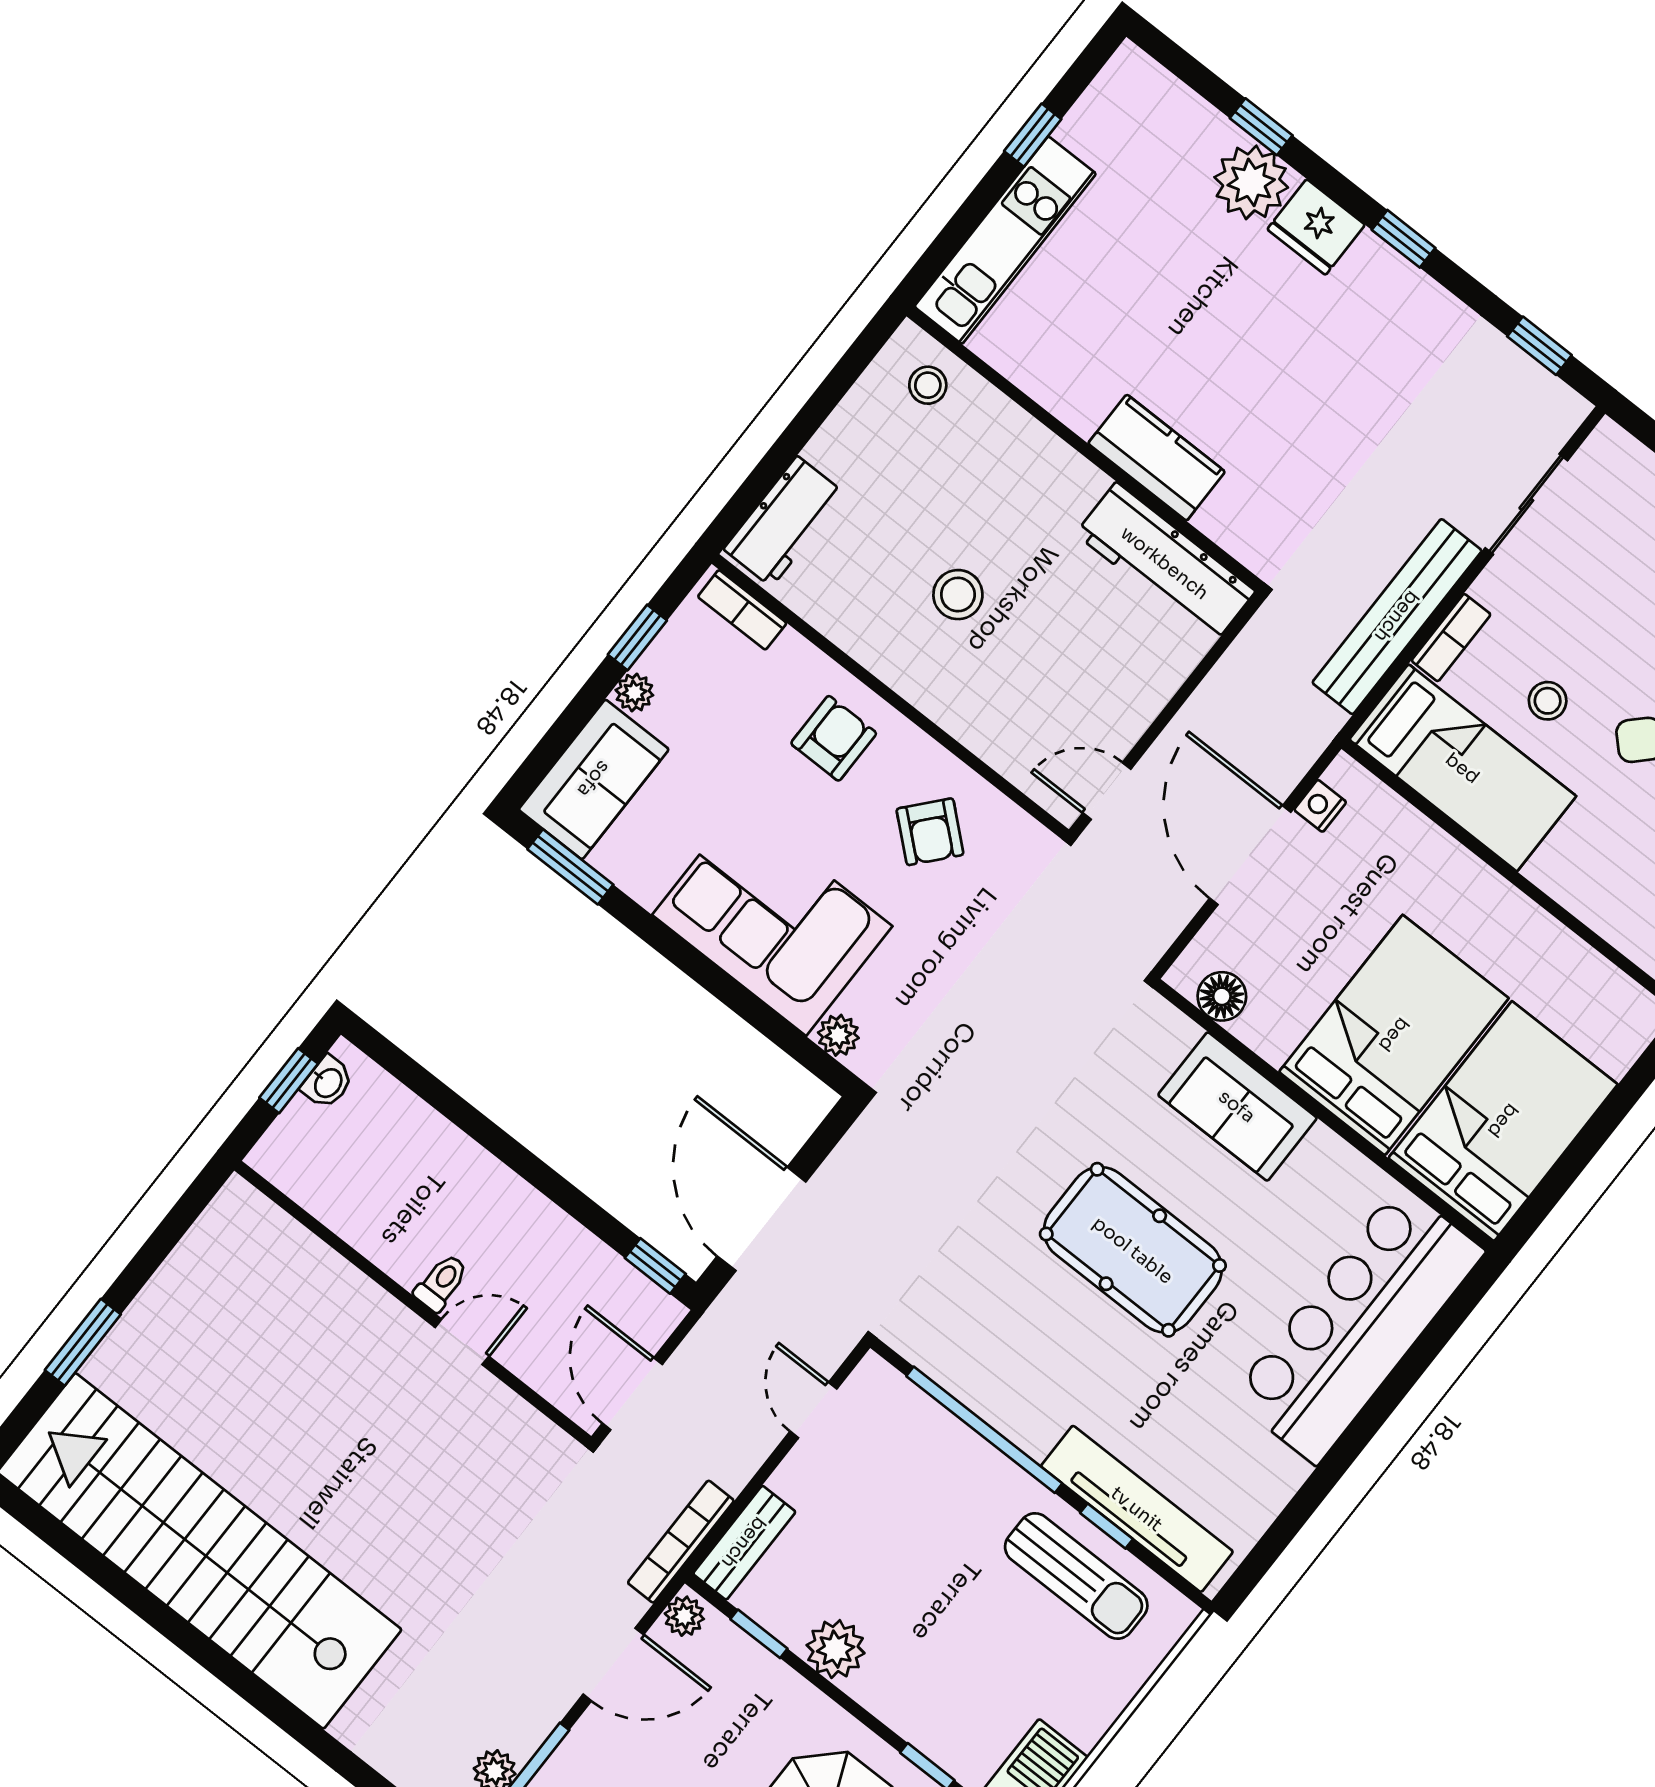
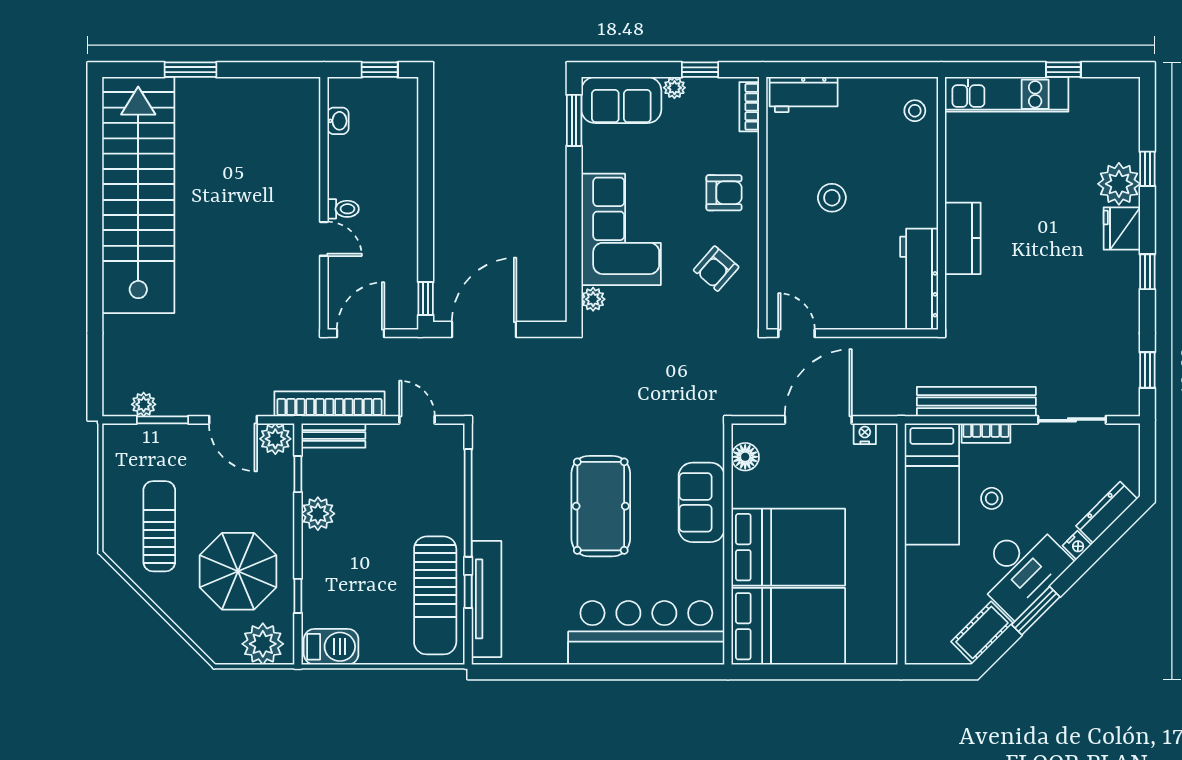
washbasin: (327, 1082) -> (338, 121), moved, turned -90
door: (814, 1410) -> (417, 420), hinge flipped
bookcase: (681, 1542) -> (329, 404), width x1.48, depth x1.31
sun lounger: (1076, 1576) -> (435, 595), width x1.36, depth x1.34
plant: (684, 1616) -> (275, 439), width x1.38, depth x1.38

